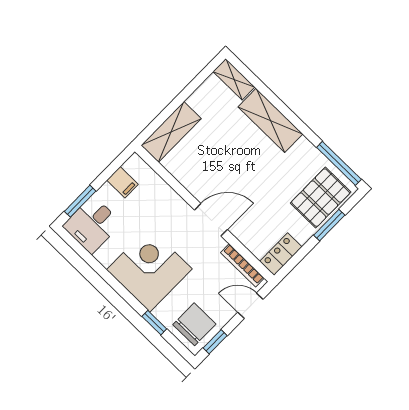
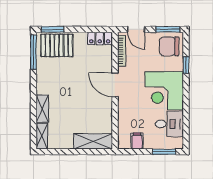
shelving: (270, 120) -> (42, 109), width x0.67, depth x0.75
desk: (92, 225) -> (169, 124), moved
window: (329, 225) -> (53, 29), moved
window: (215, 342) -> (168, 29), width x1.50

